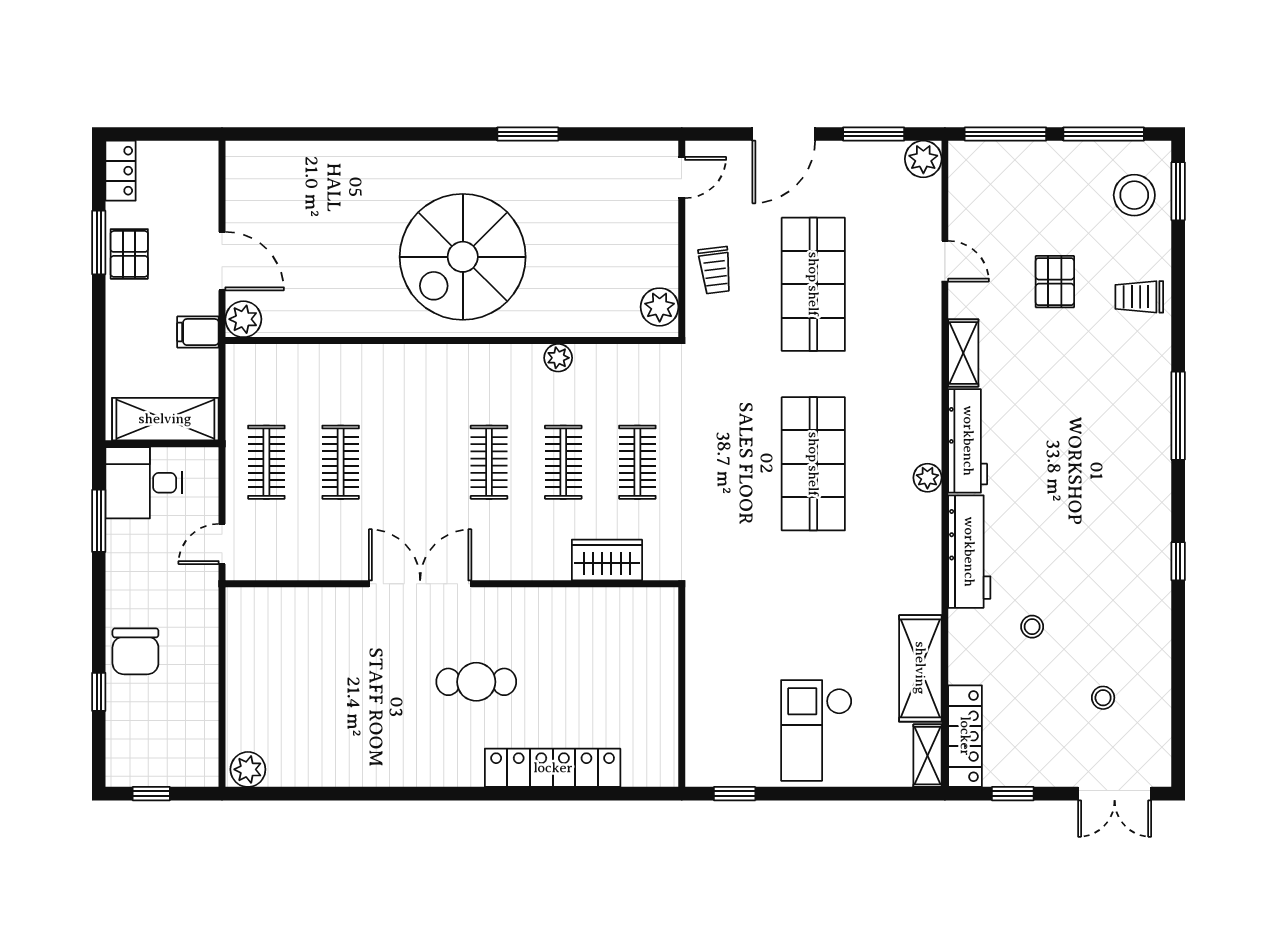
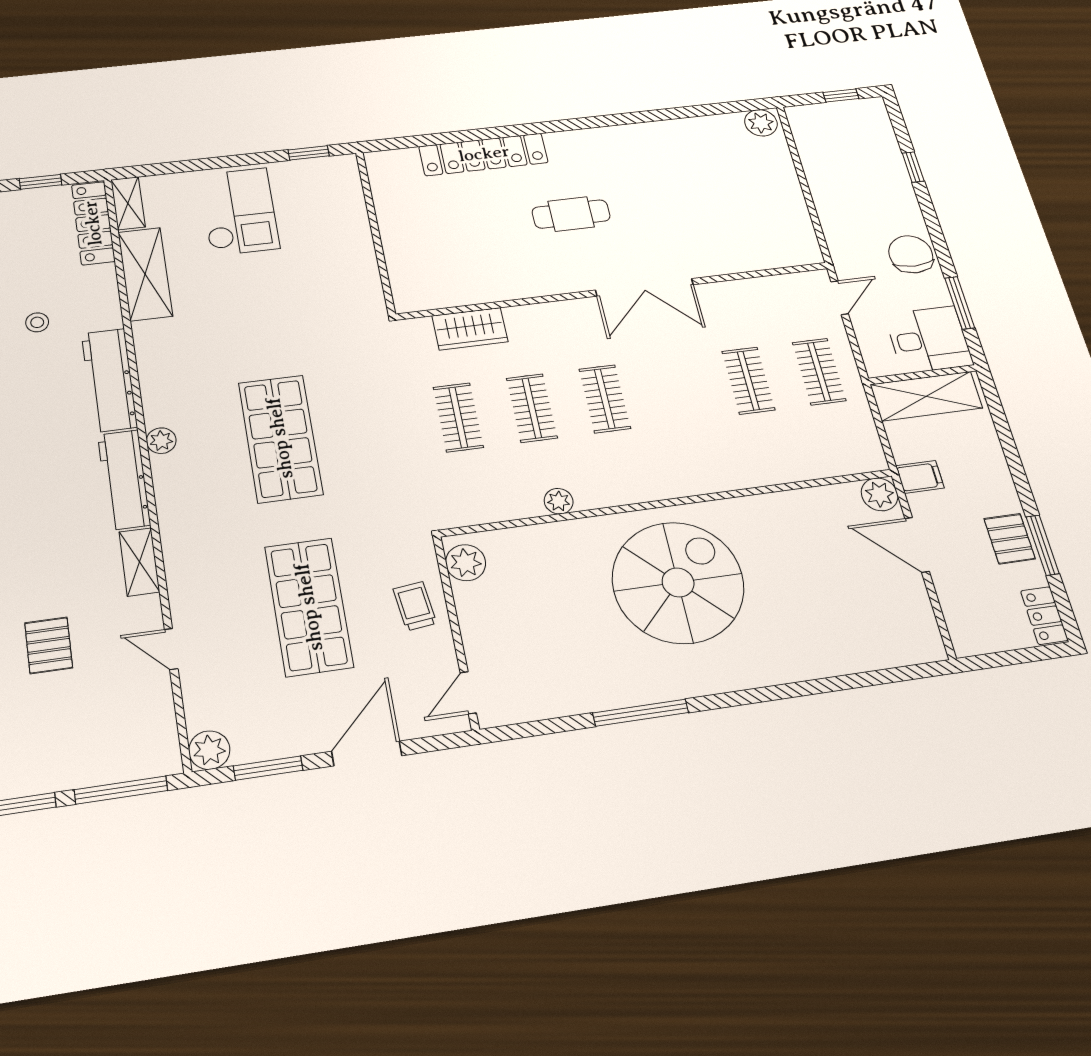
window: (528, 134) -> (641, 713), width x1.44
chair: (135, 651) -> (911, 254), moved

